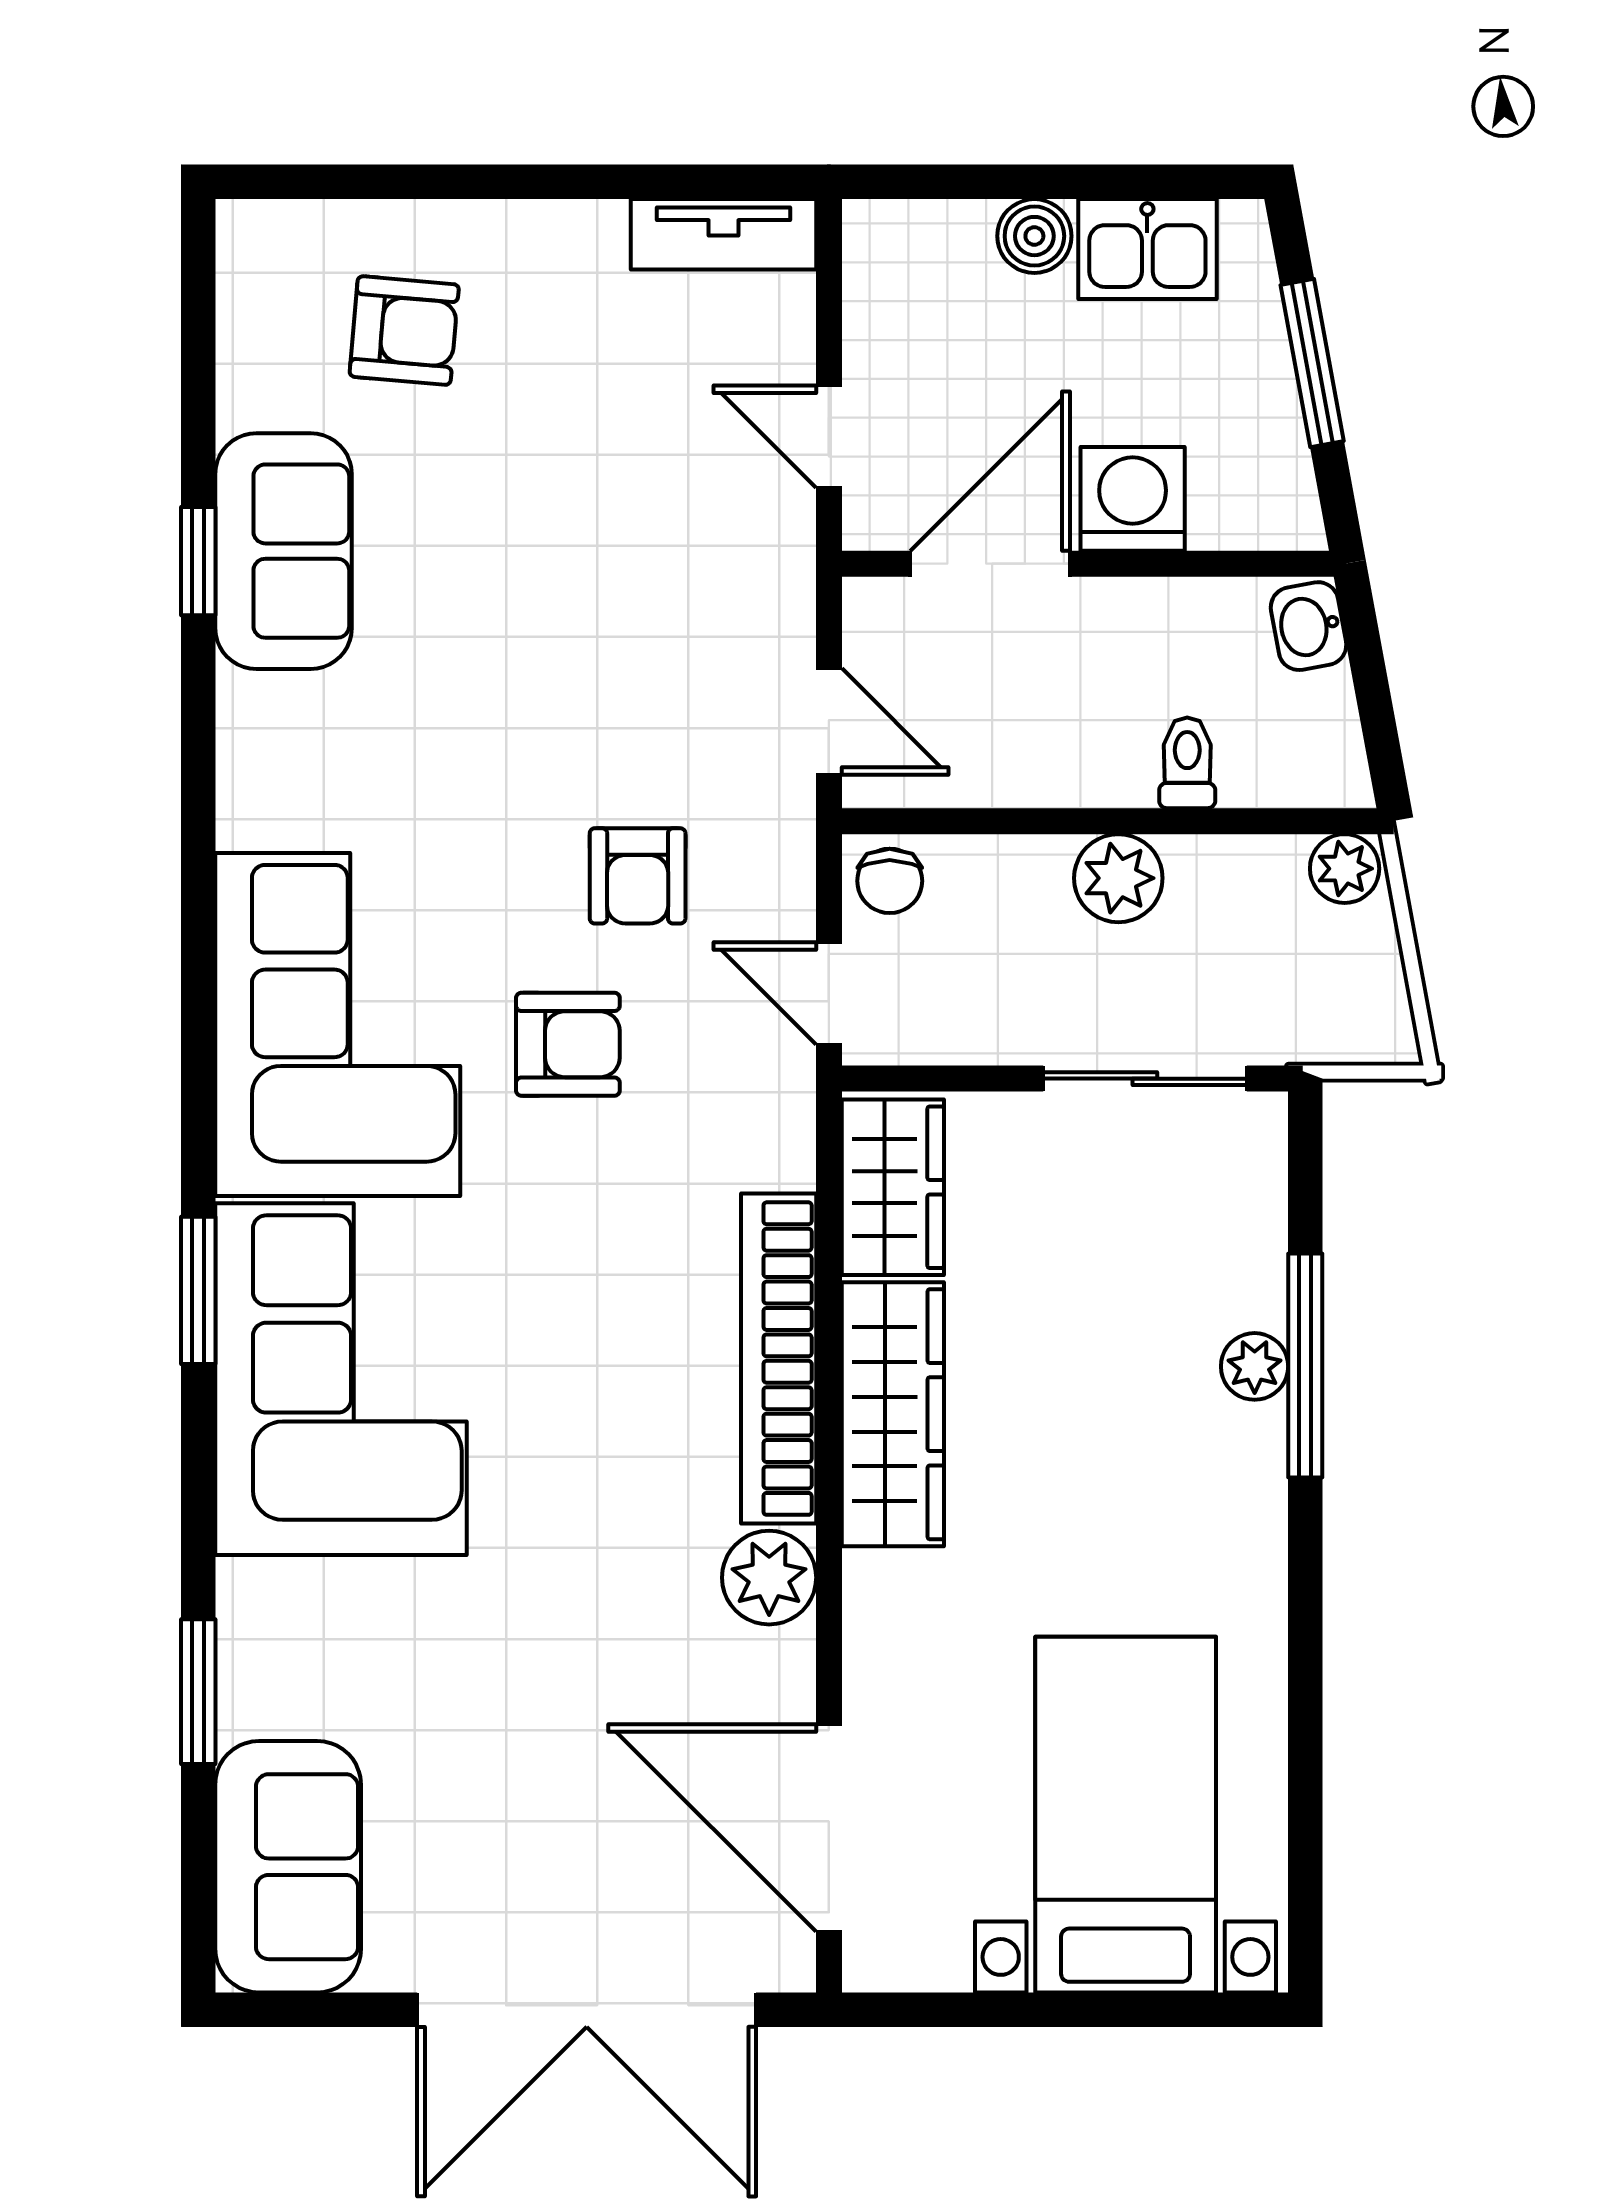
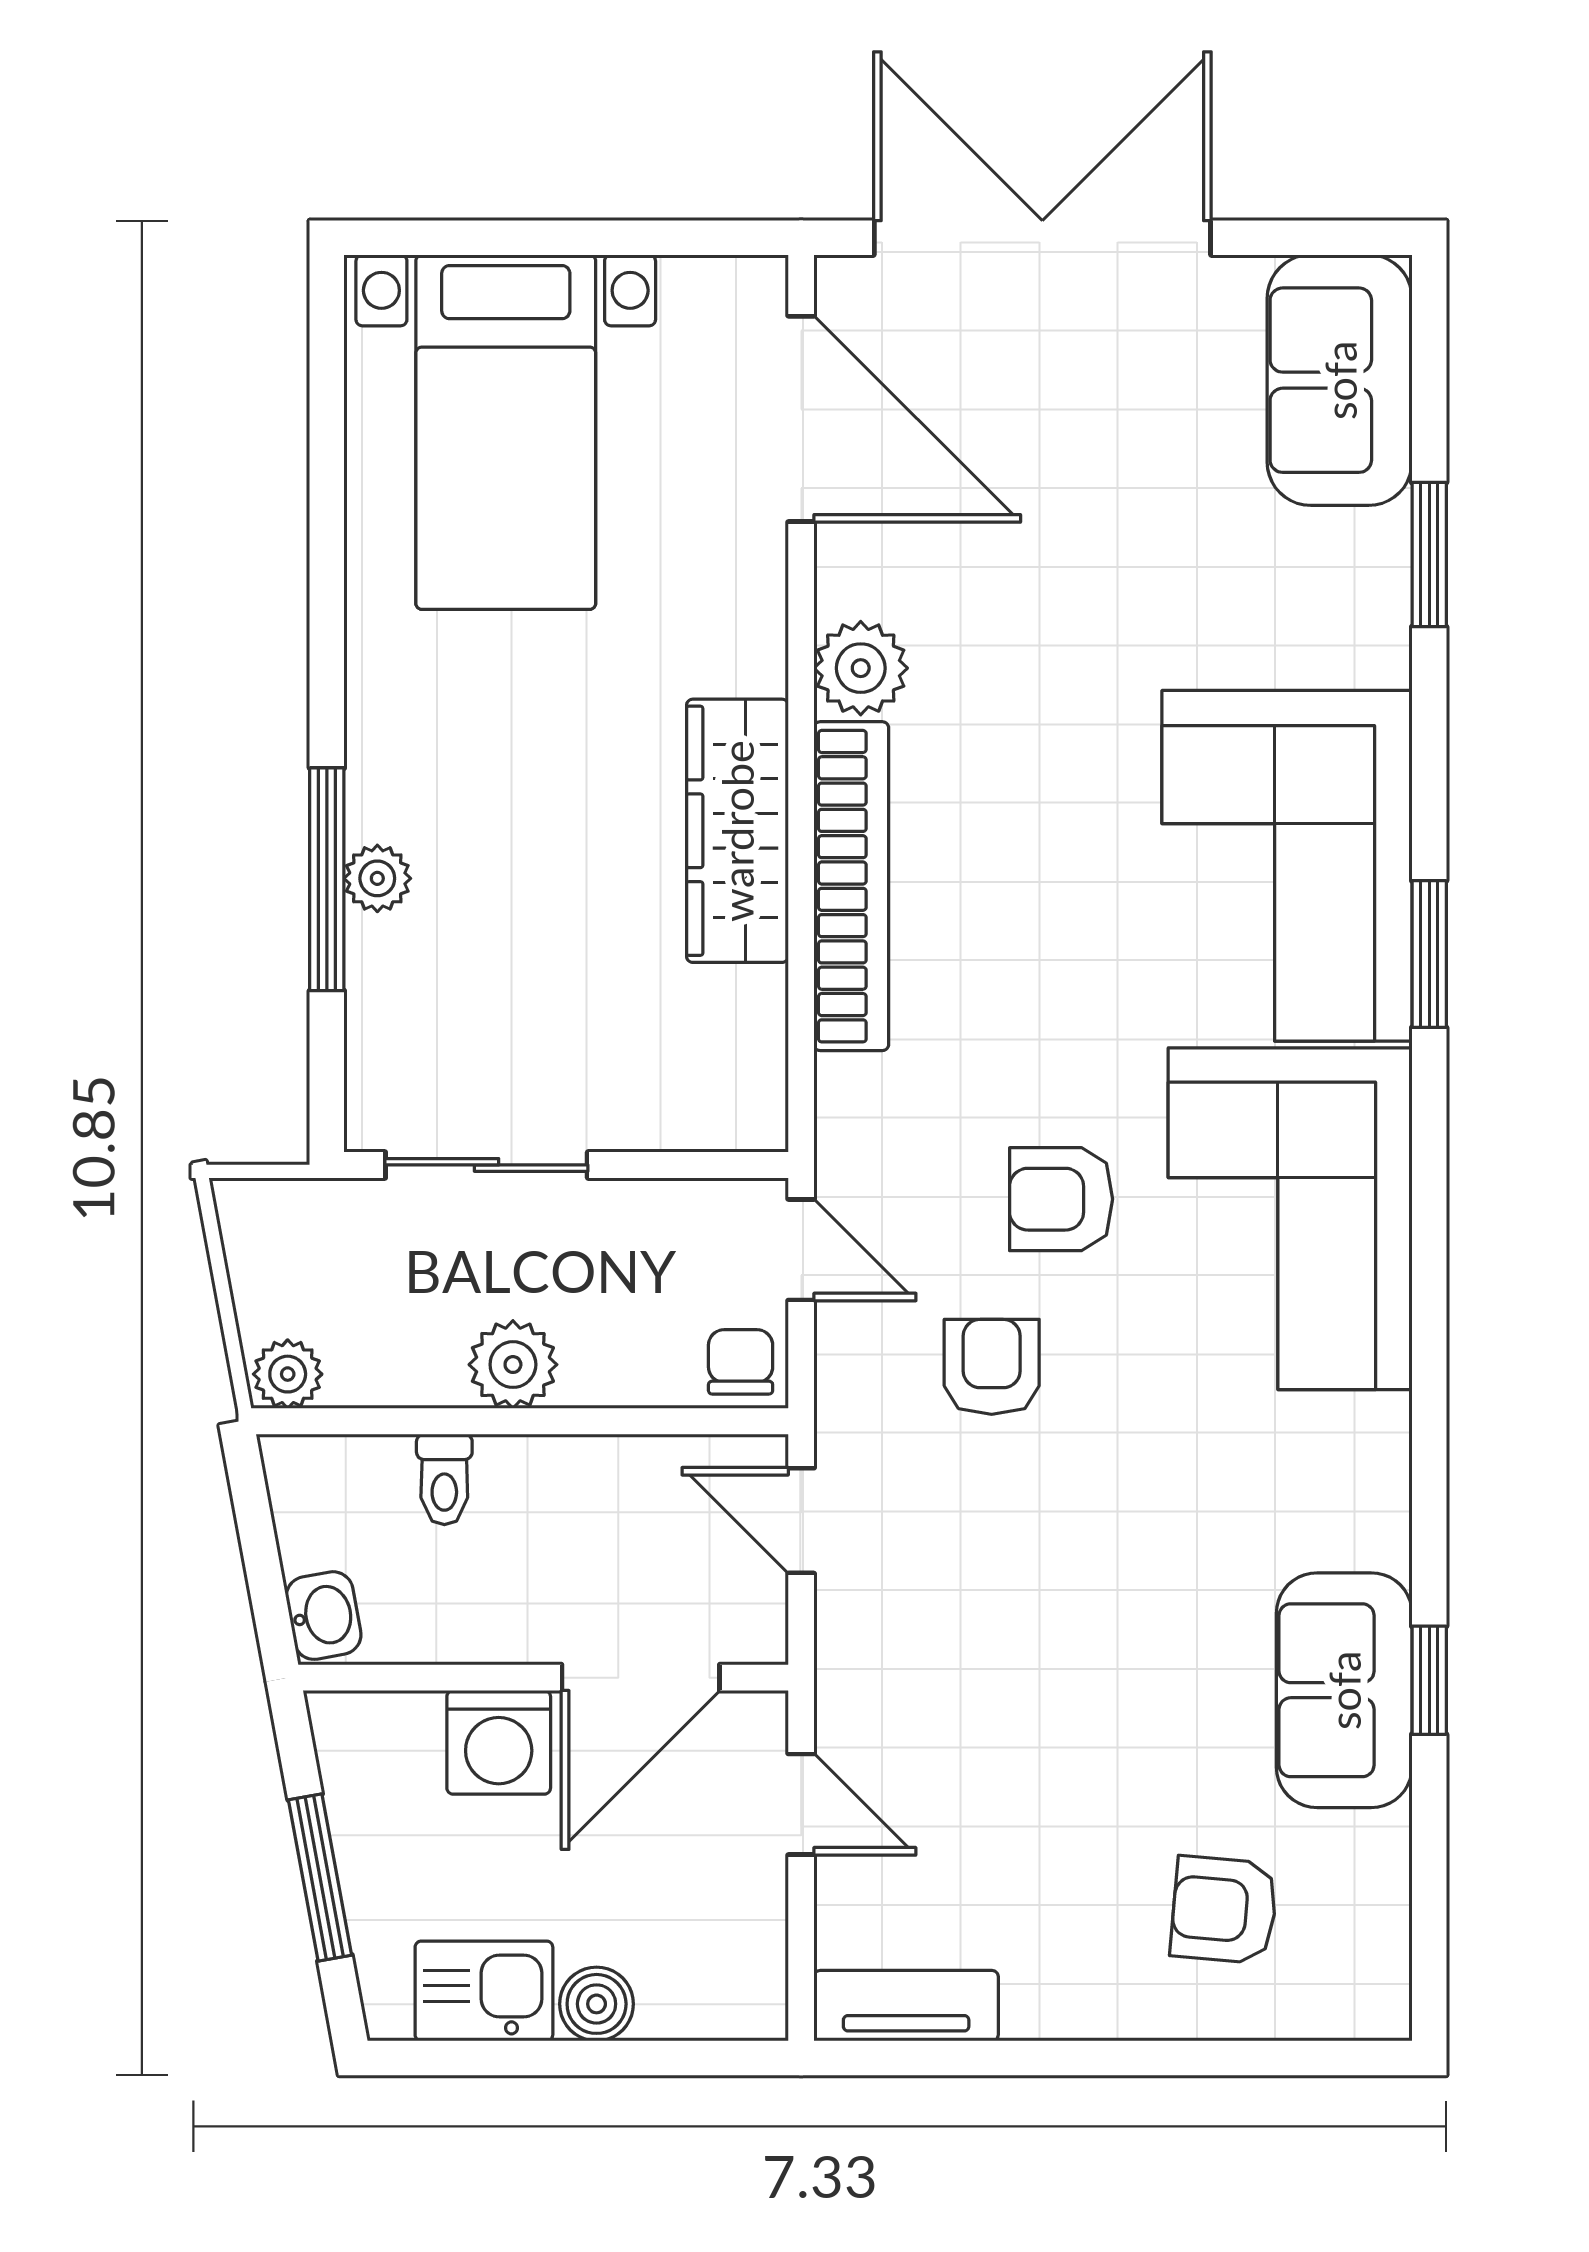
wardrobe: (893, 1187) -> (738, 1057), removed

